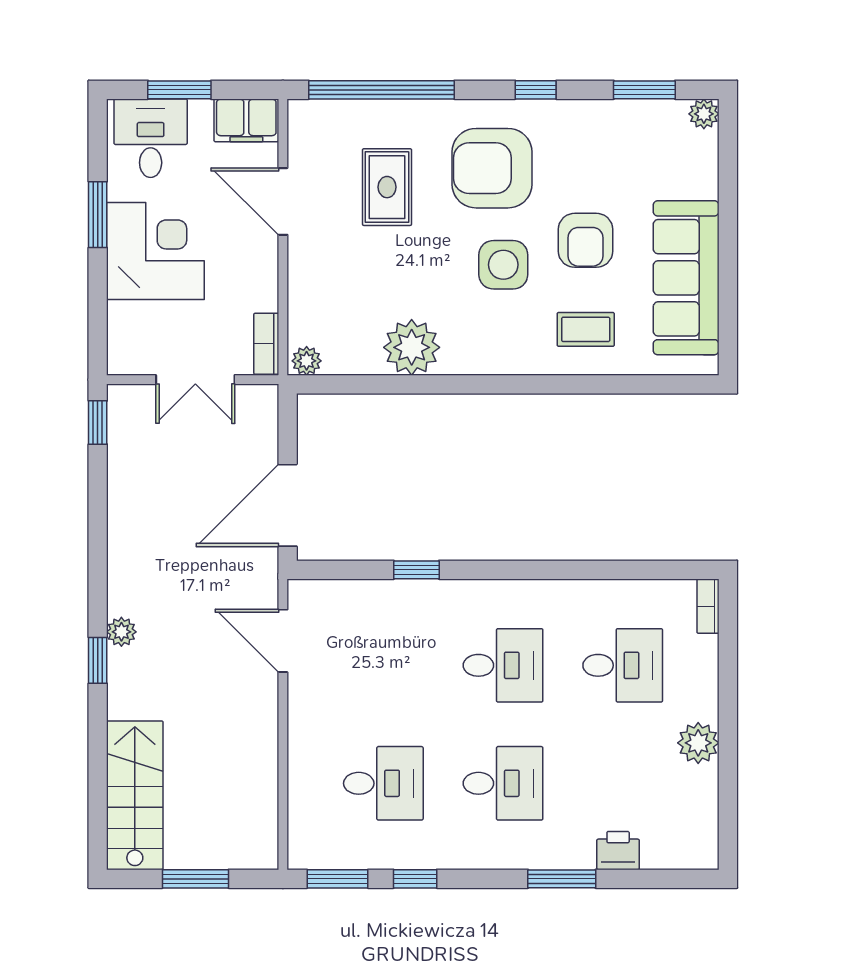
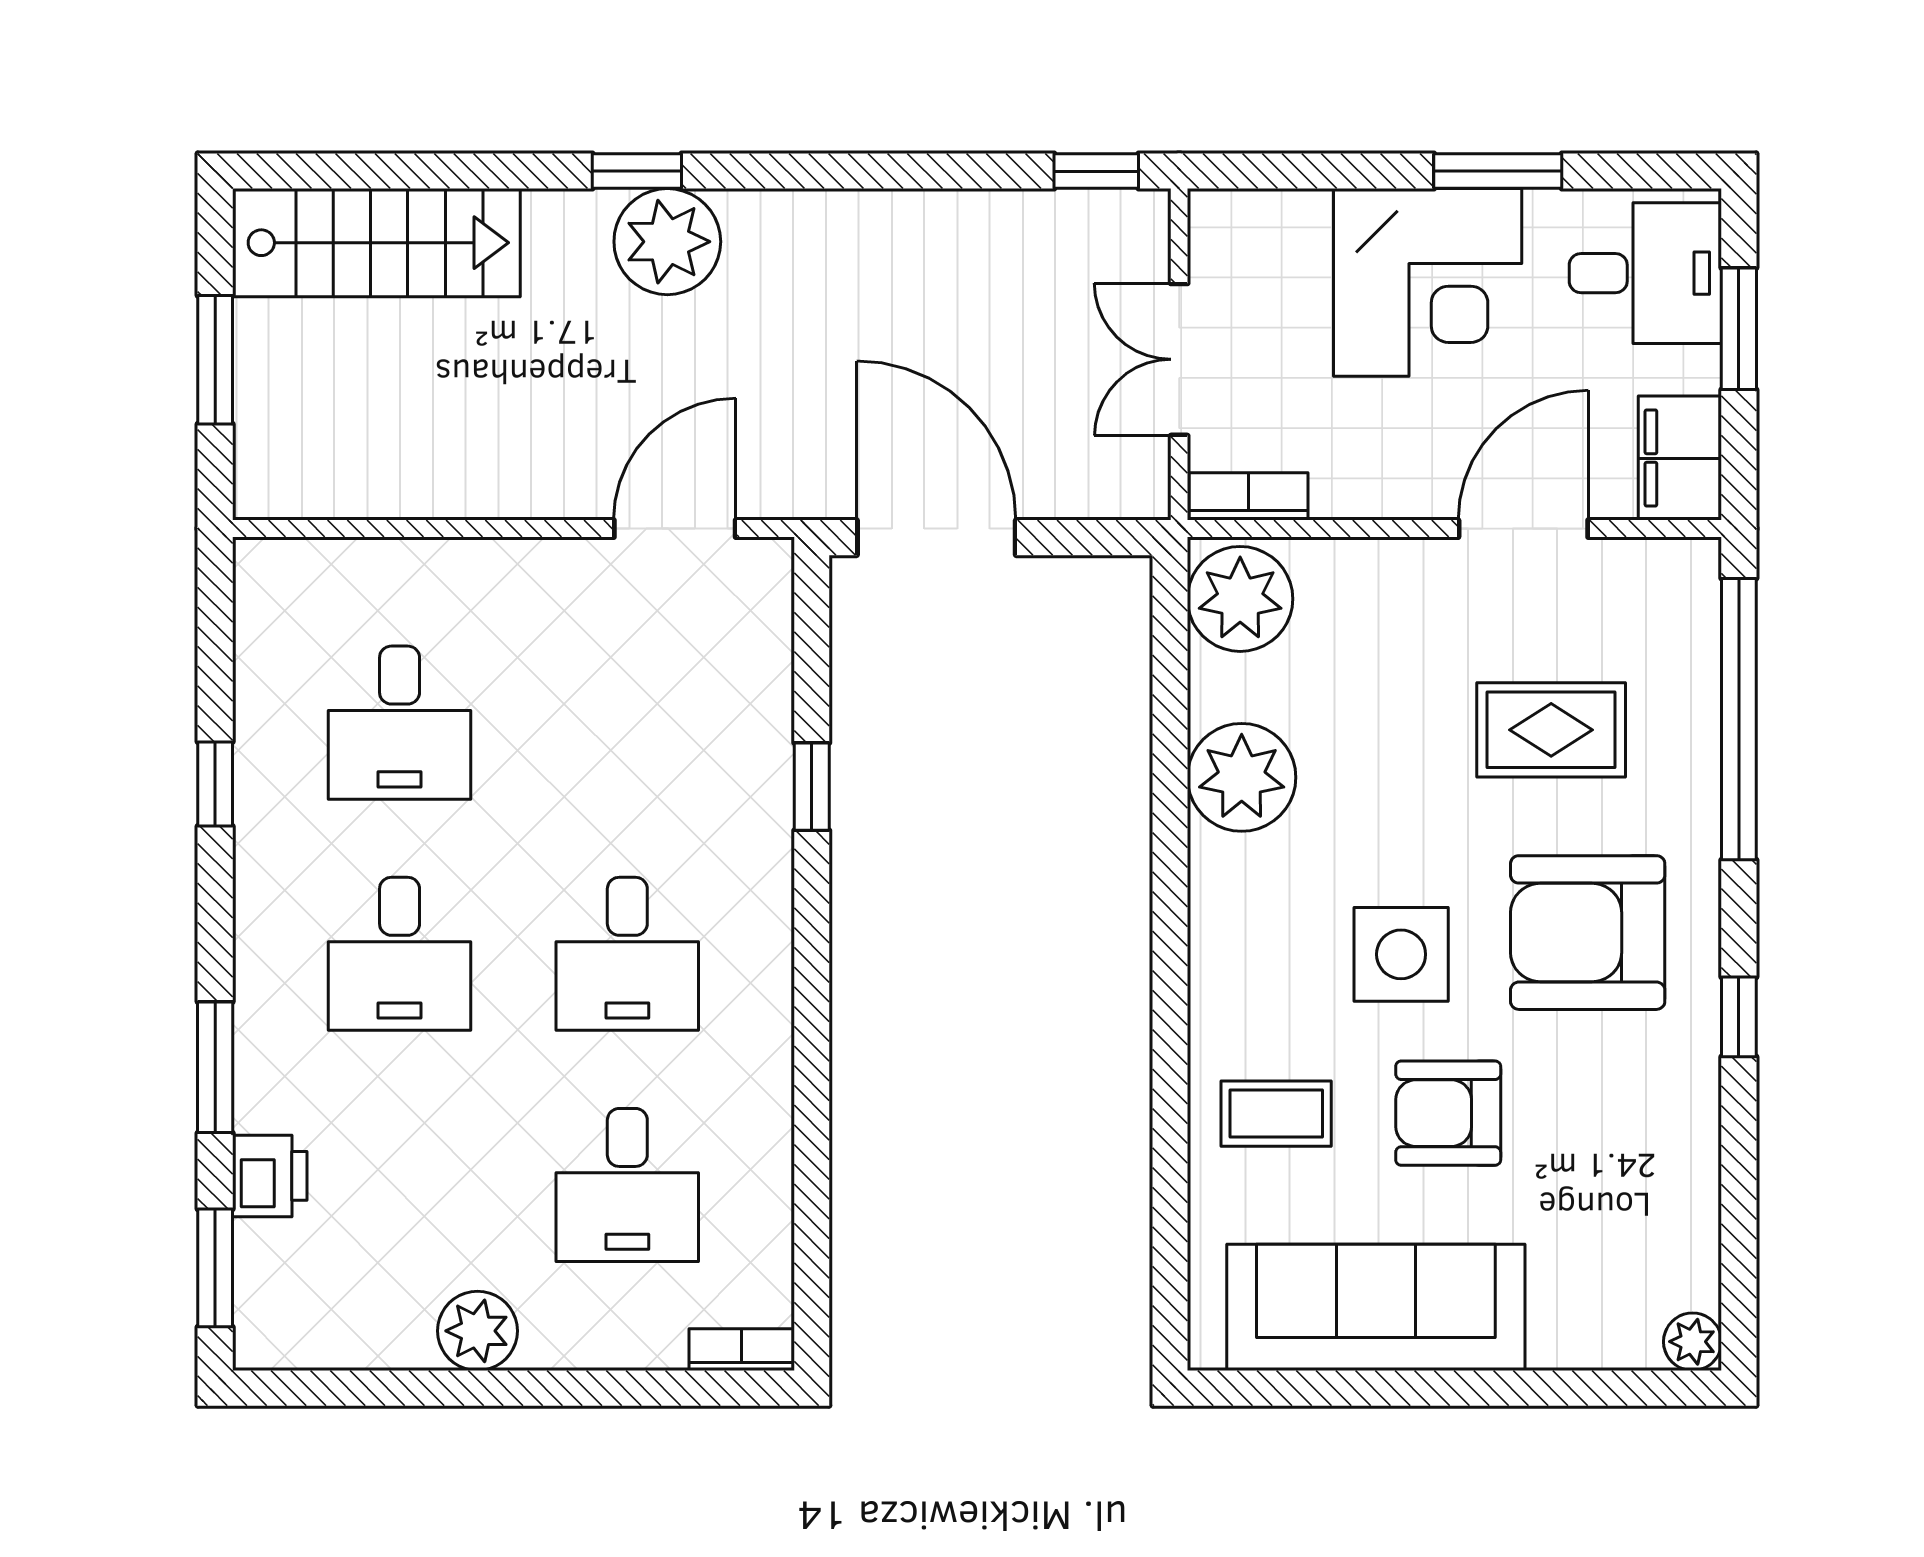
window: (644, 90) -> (1739, 1227), removed
armchair: (492, 168) -> (1588, 933), turned -90
coffee table: (586, 329) -> (1276, 1114), turned 90
plant: (307, 361) -> (1240, 599), width x1.88, depth x1.88
plant: (121, 632) -> (667, 242), width x1.87, depth x1.87
window: (338, 879) -> (215, 1268), moved

